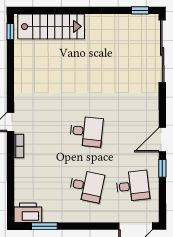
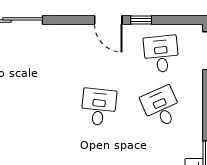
desk: (87, 186) -> (161, 107), turned -36

